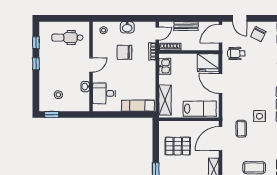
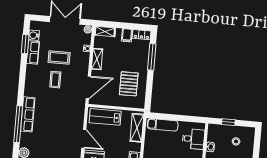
window: (52, 115) -> (228, 122), moved
side table: (259, 116) -> (50, 105), removed
coffee table: (241, 129) -> (55, 80), moved
pallet: (178, 146) -> (129, 84), turned 90

